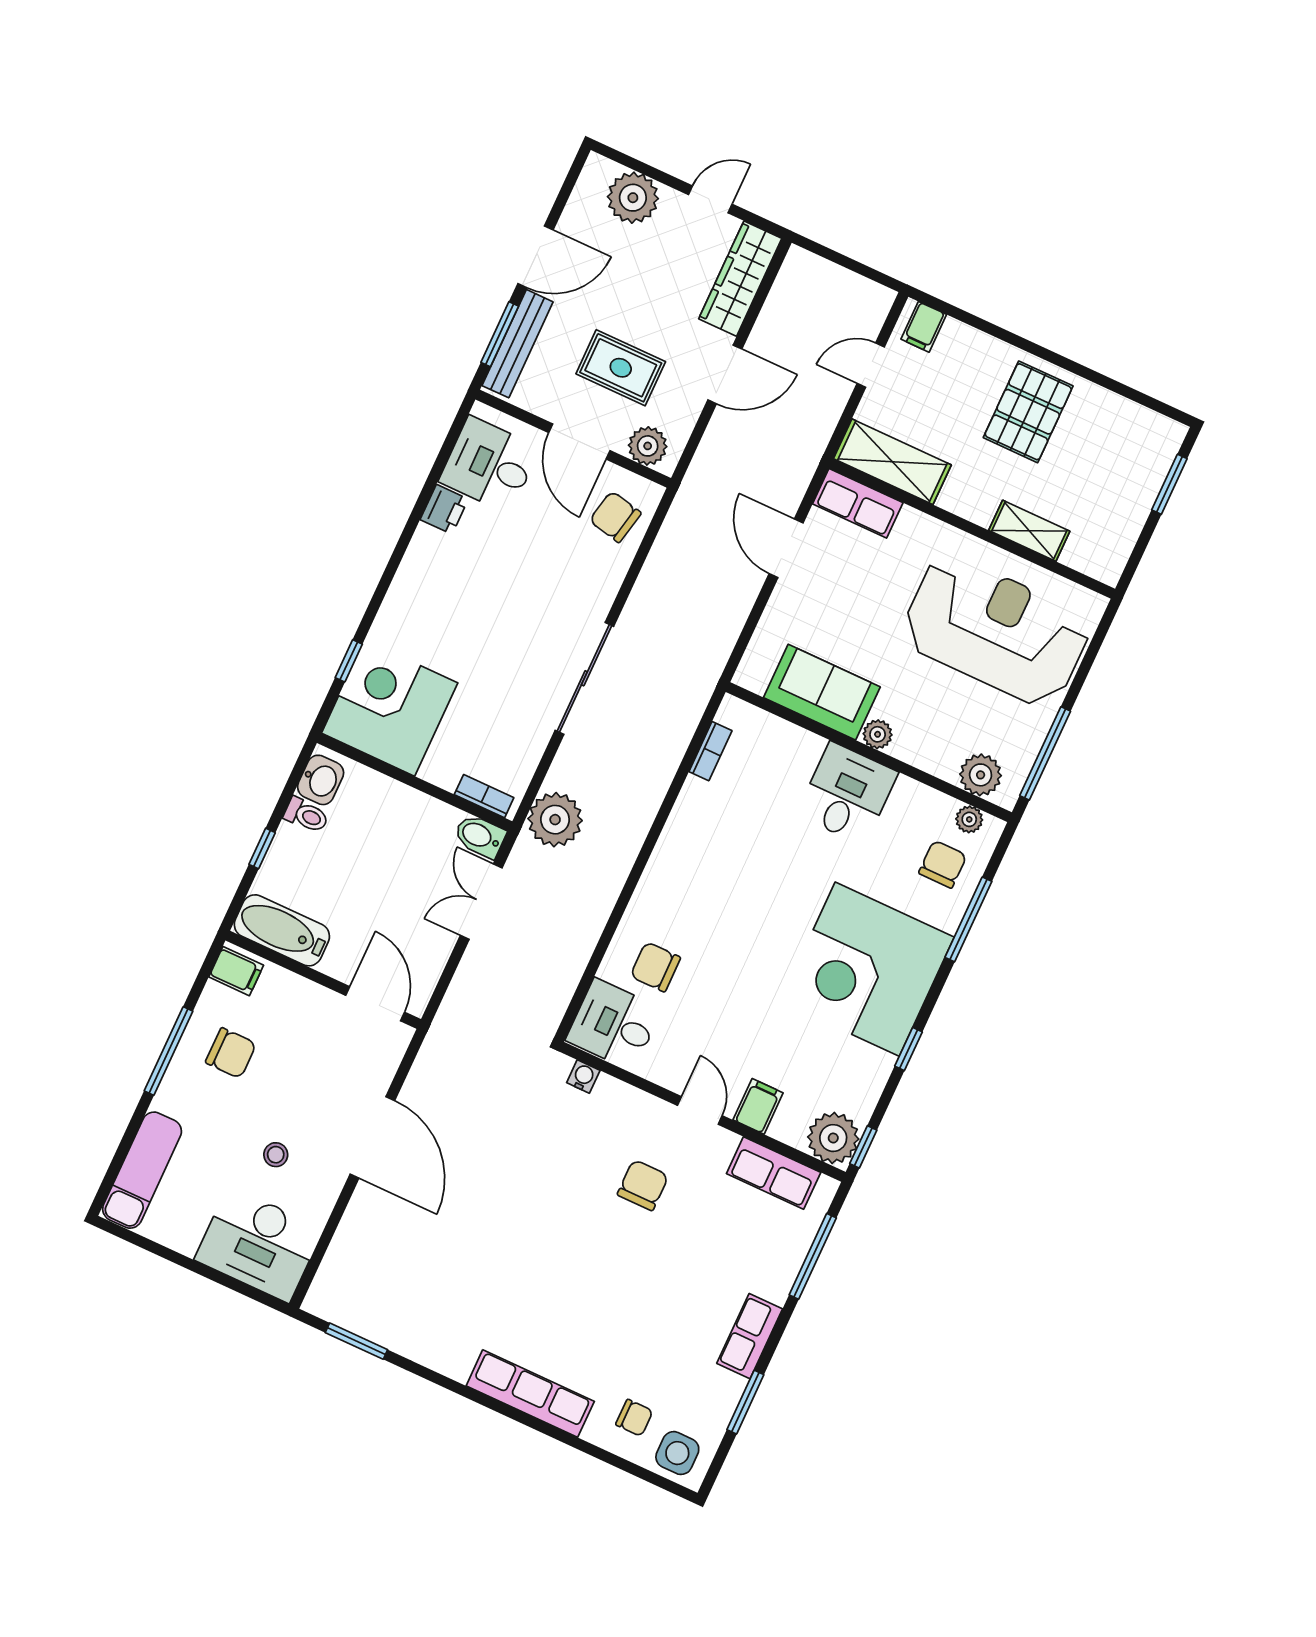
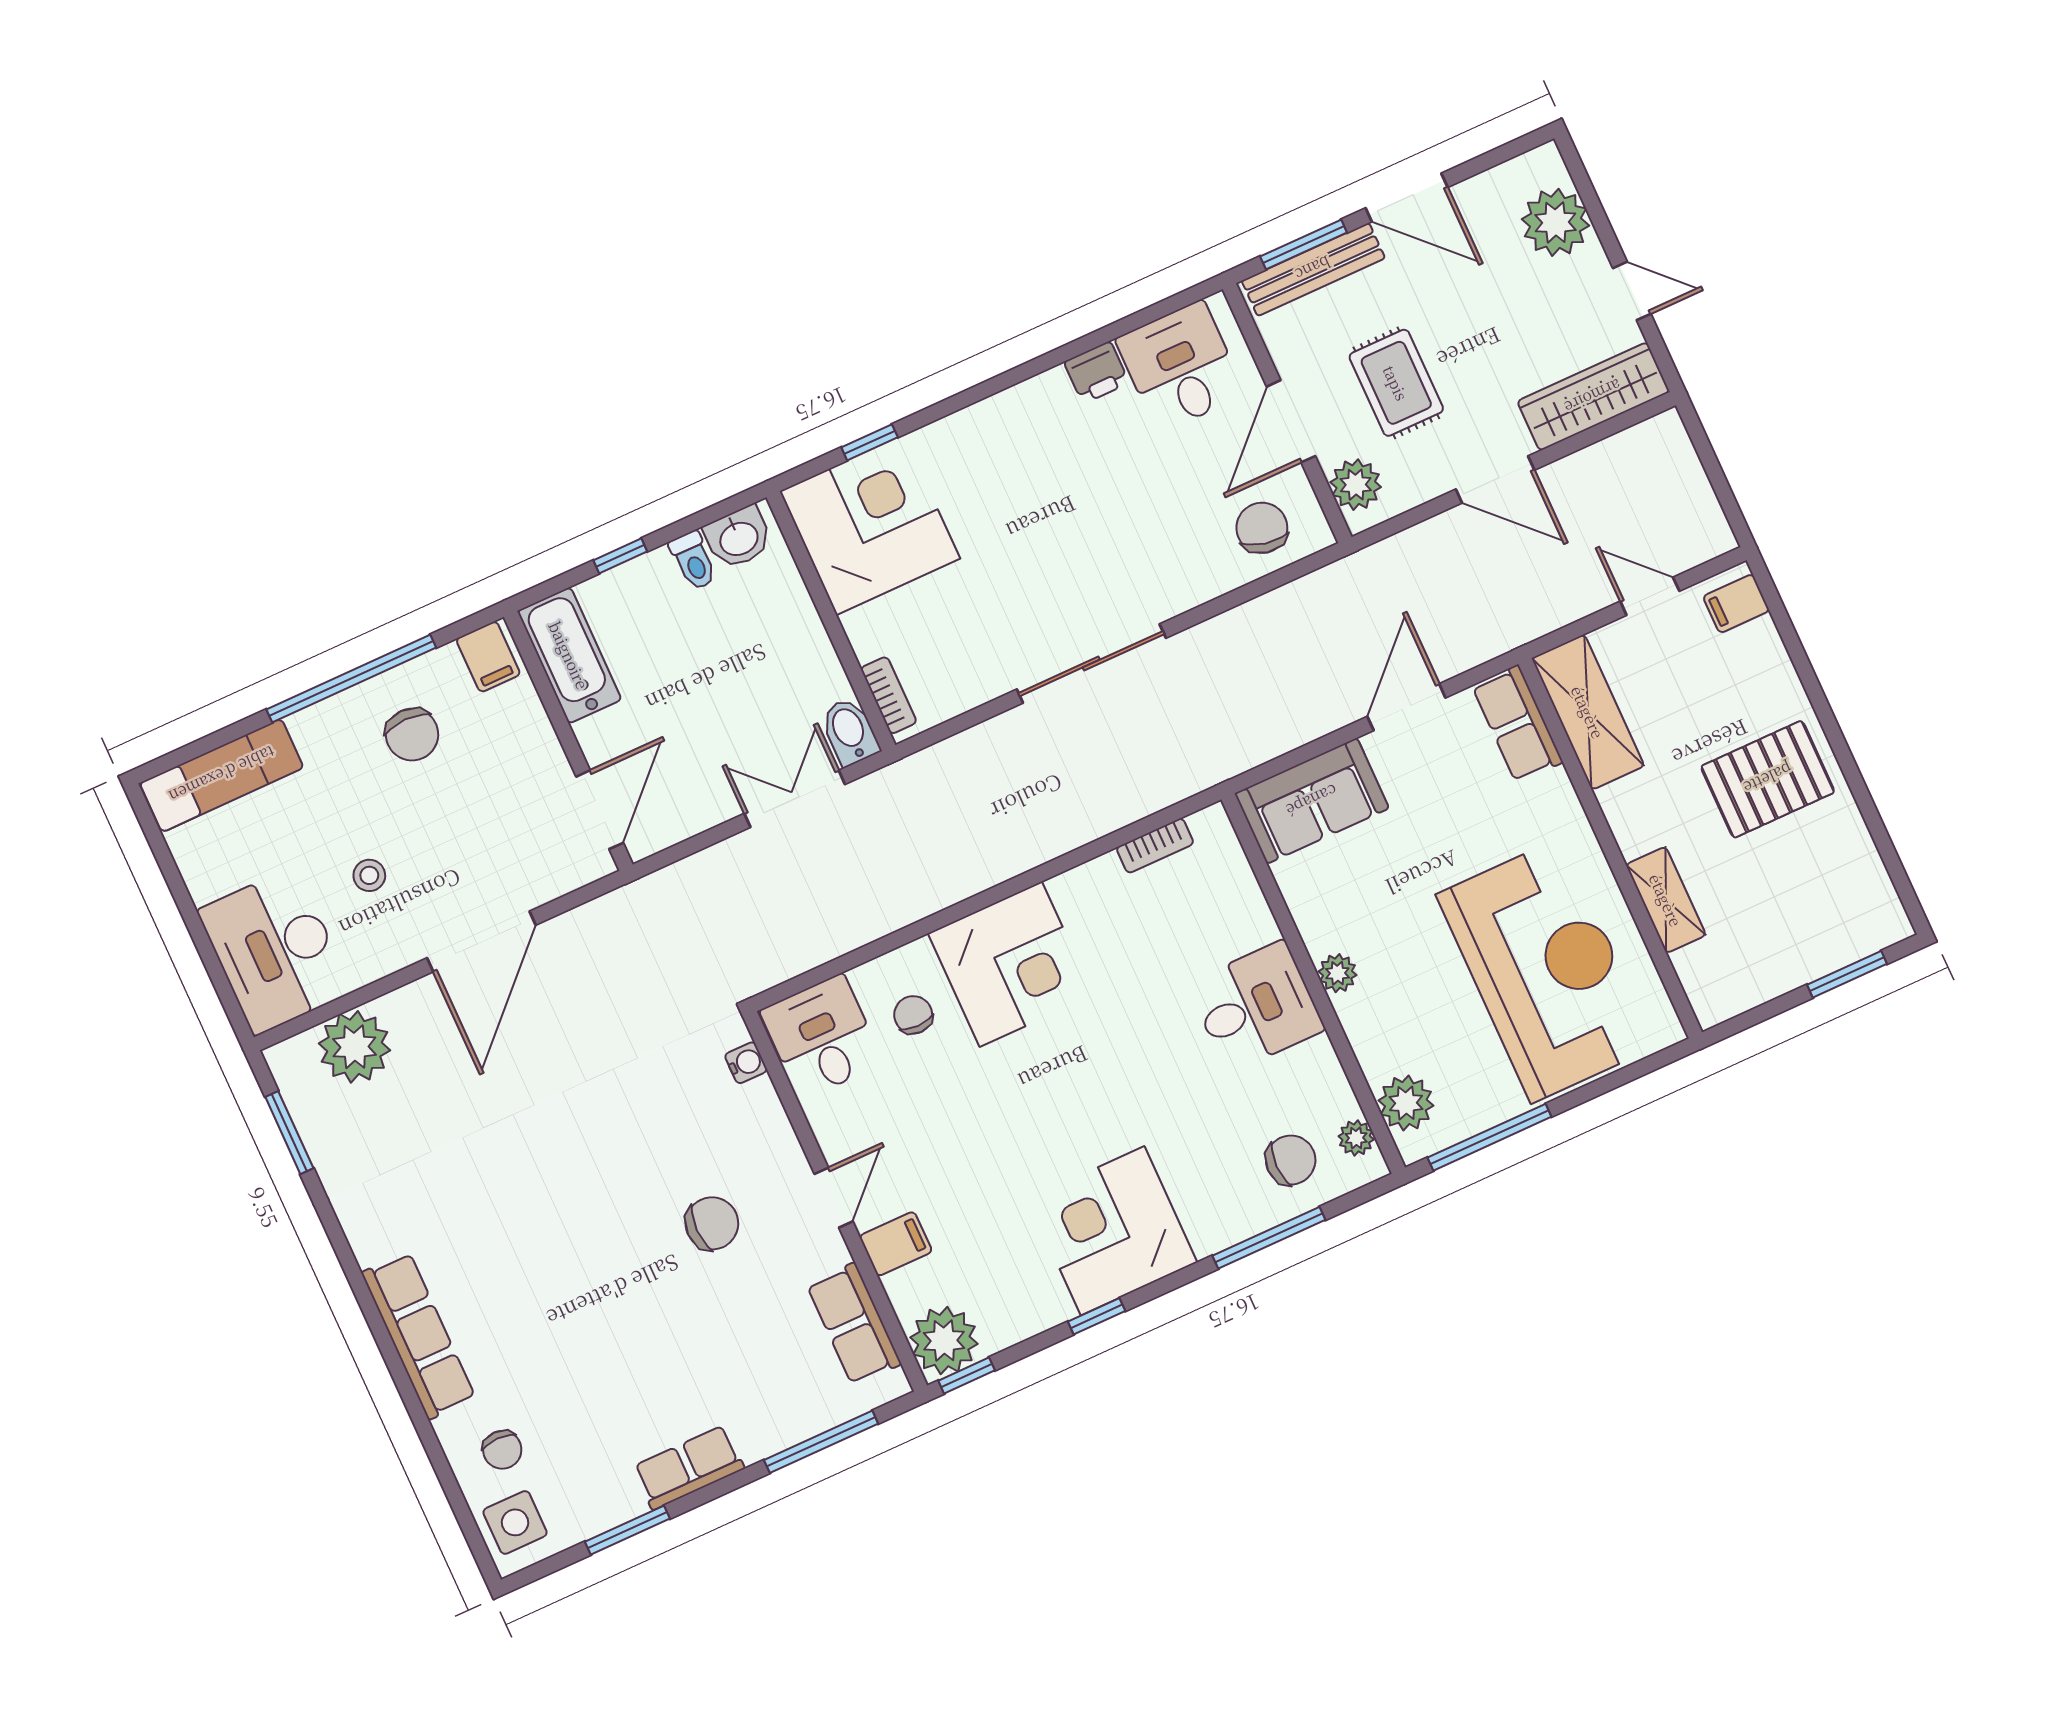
sofa: (822, 692) -> (1312, 801), moved, turned 90
plant: (555, 820) -> (354, 1047), moved
corner desk: (686, 890) -> (1011, 964), added
chair: (655, 967) -> (913, 1015), width x0.73, depth x0.73
corner desk: (867, 969) -> (1113, 1231), width x0.74, depth x0.74
window: (169, 1051) -> (351, 679), width x1.46

